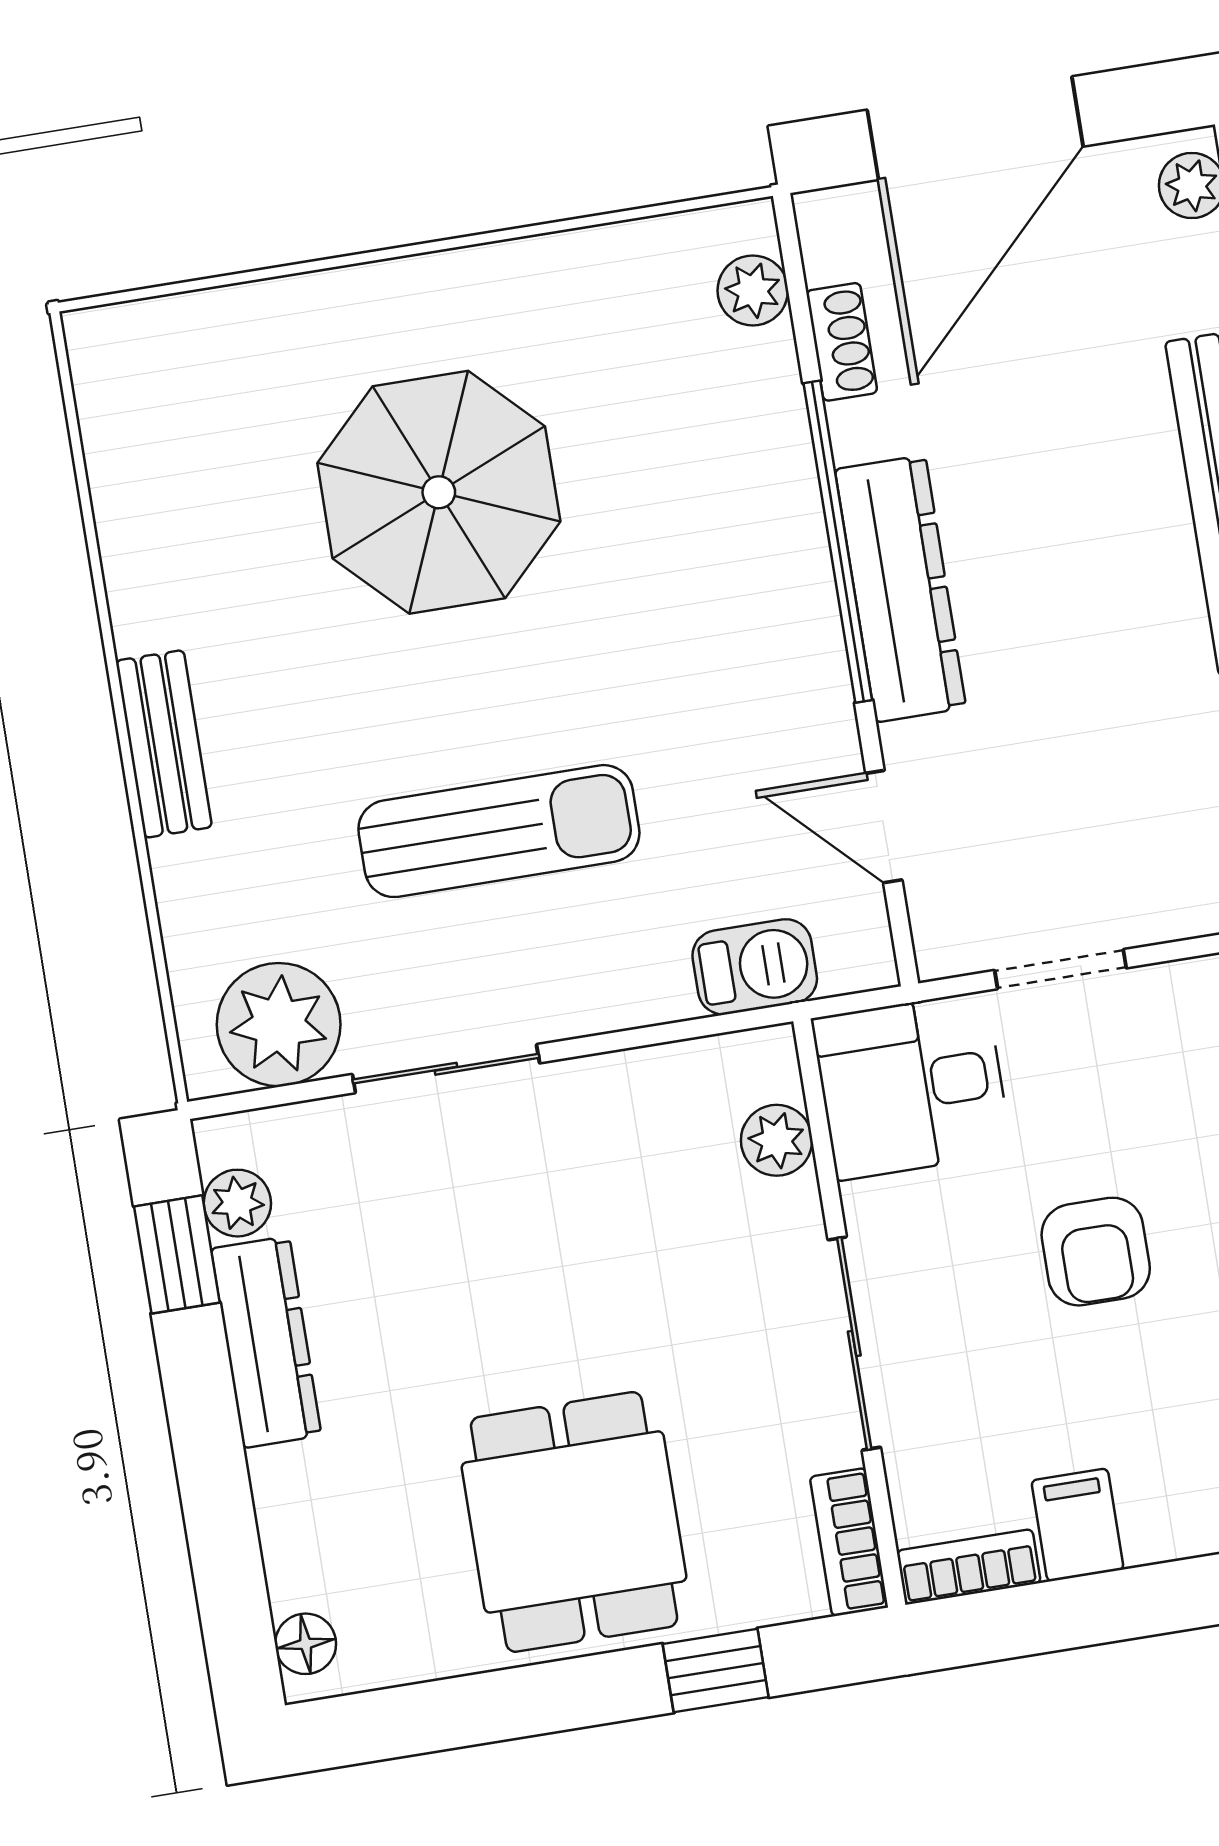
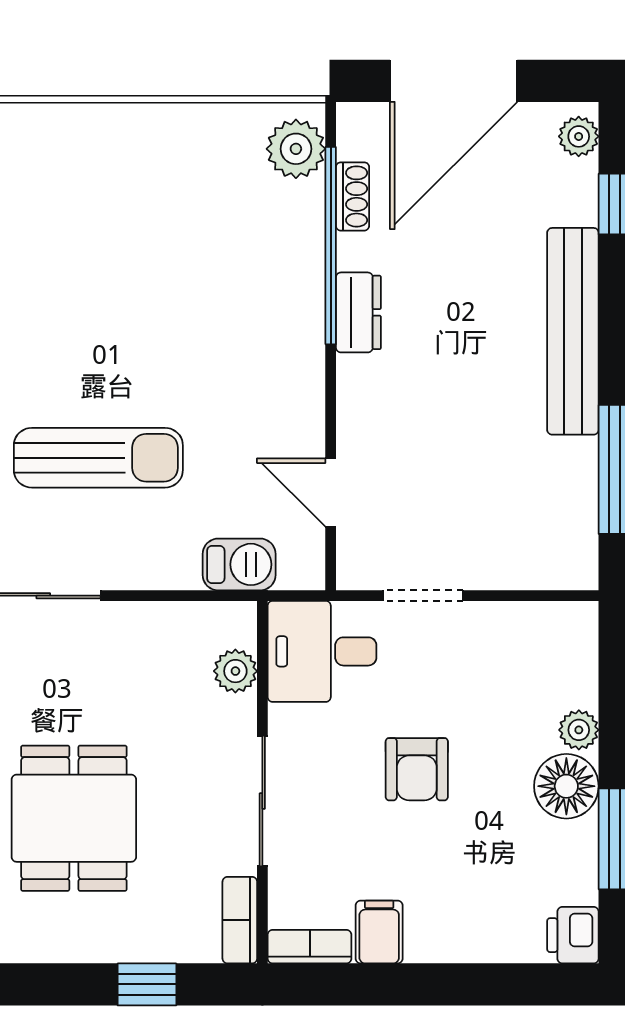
plant: (753, 290) -> (296, 149), width x1.38, depth x1.38
parasol: (439, 492) -> (95, 248), removed
window: (838, 542) -> (331, 246), moved
dresser: (900, 589) -> (358, 312), width x0.51, depth x0.80
dining table: (574, 1522) -> (74, 818), moved

